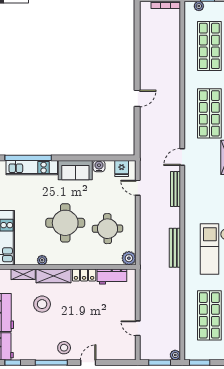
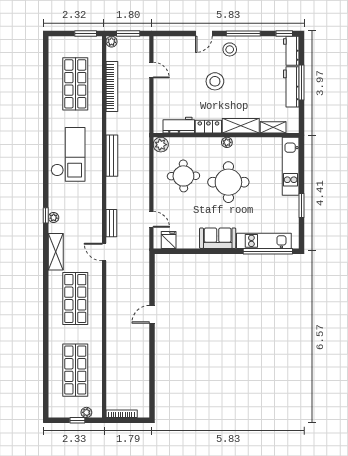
door: (182, 157) -> (104, 252), swing flipped
water cooler: (99, 166) -> (193, 242), removed
bench: (175, 189) -> (111, 223), width x0.73
plant: (42, 260) -> (227, 142), moved
stool: (42, 304) -> (215, 81), moved
bookcase: (175, 313) -> (112, 87), added

